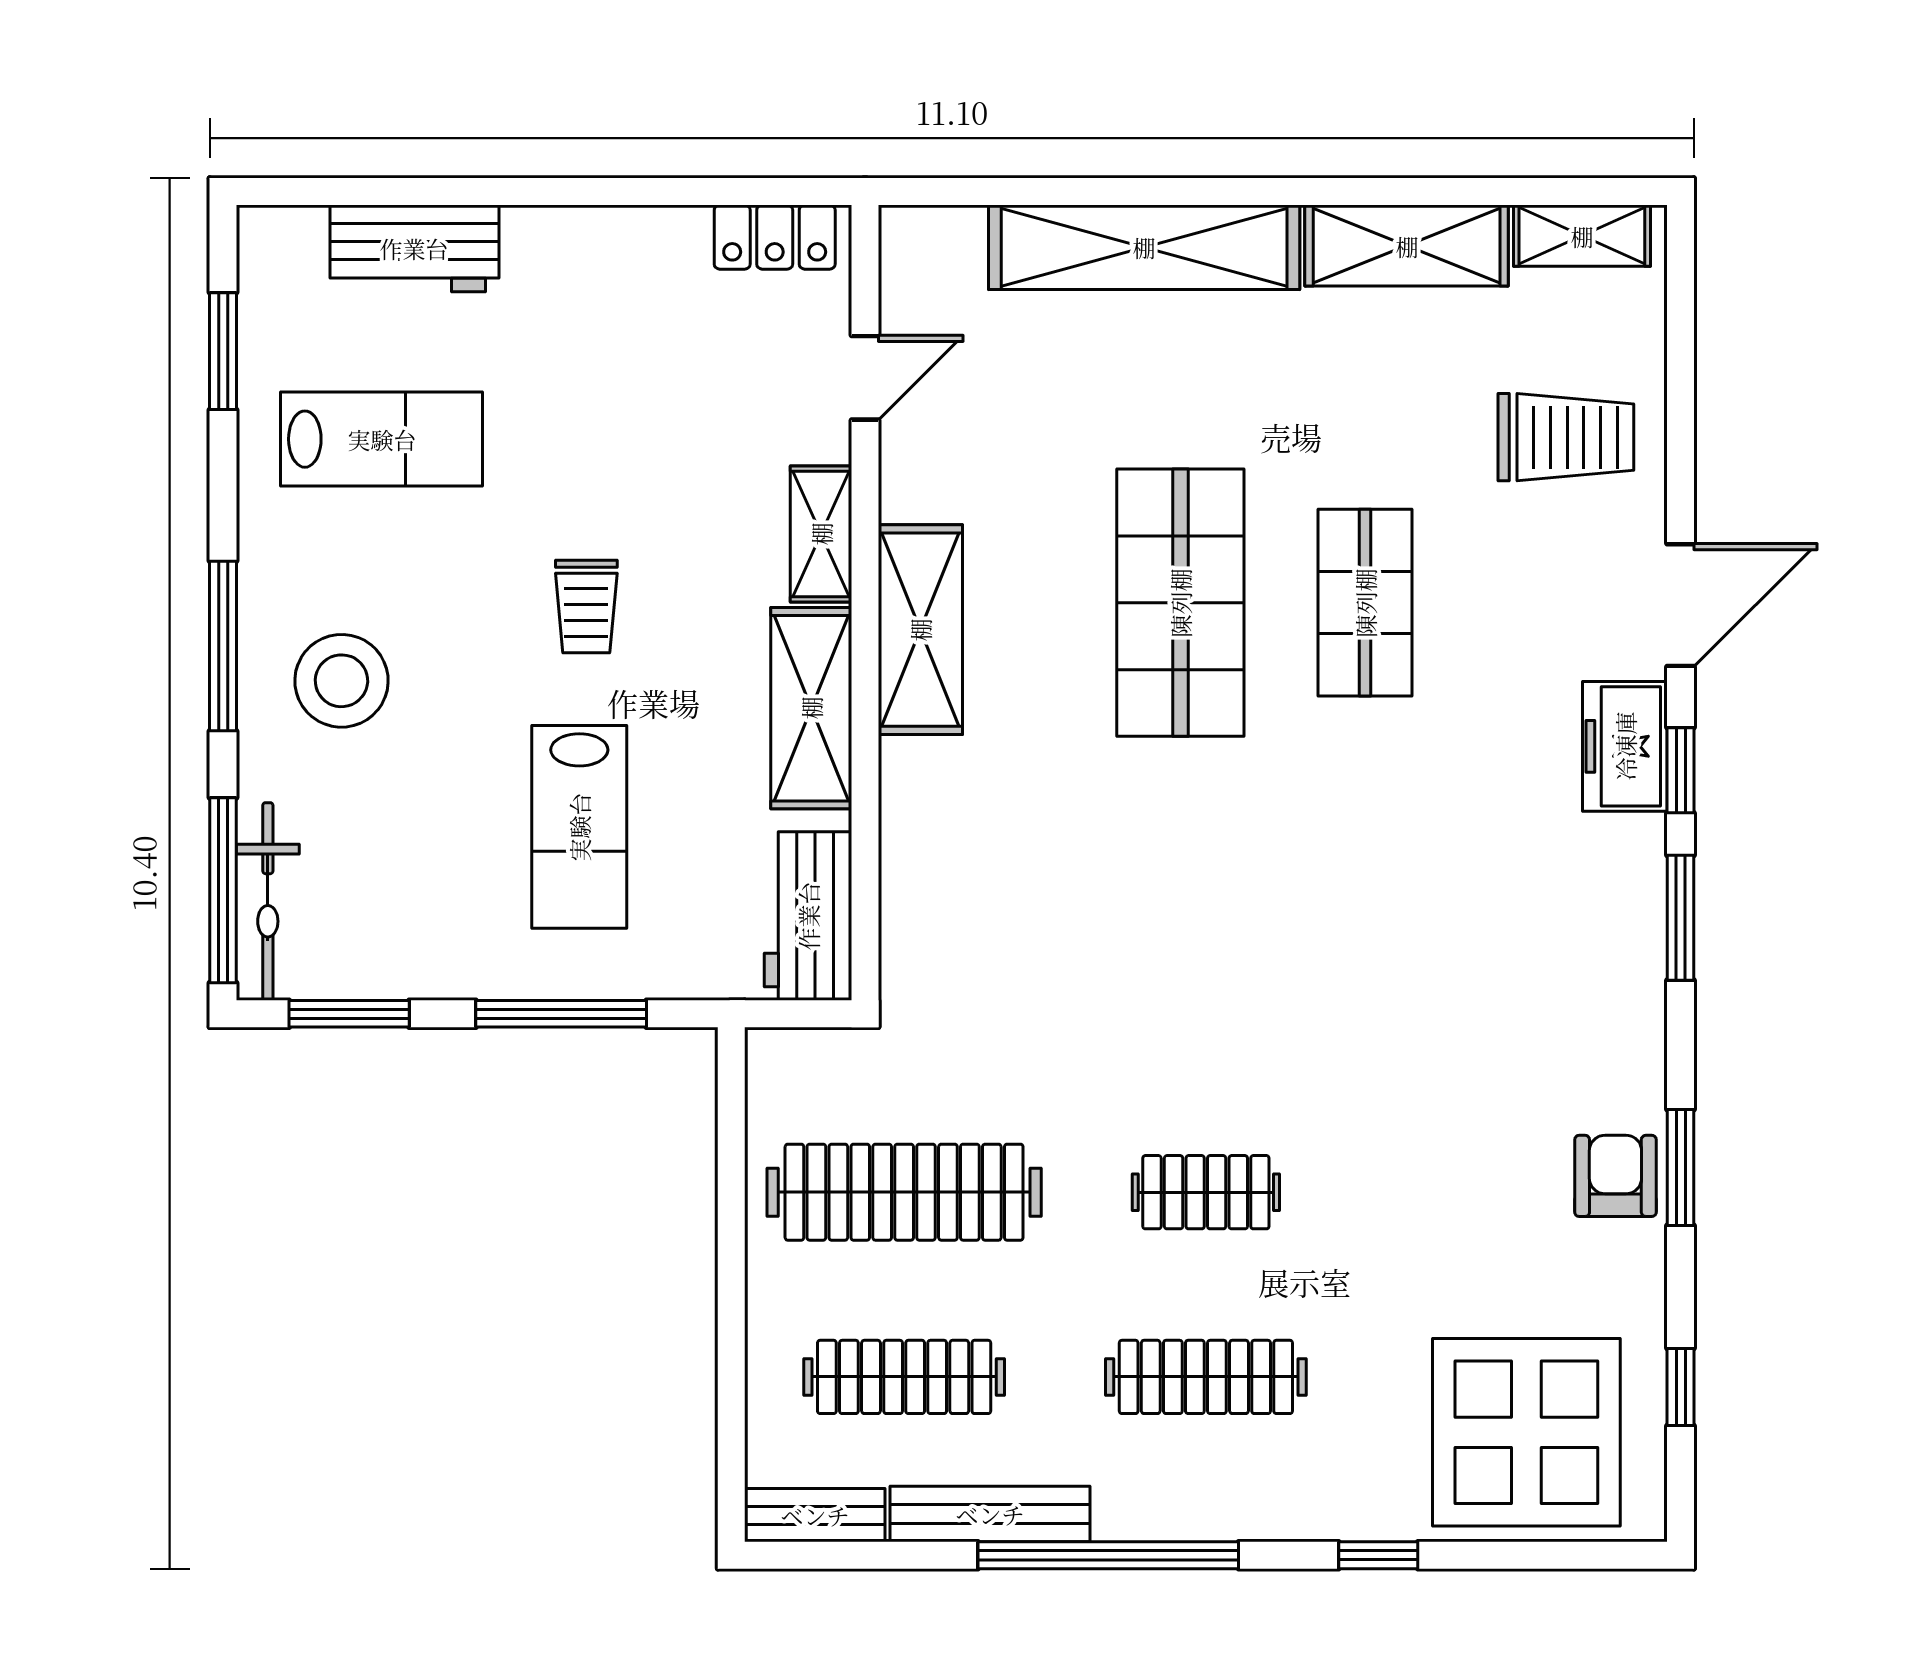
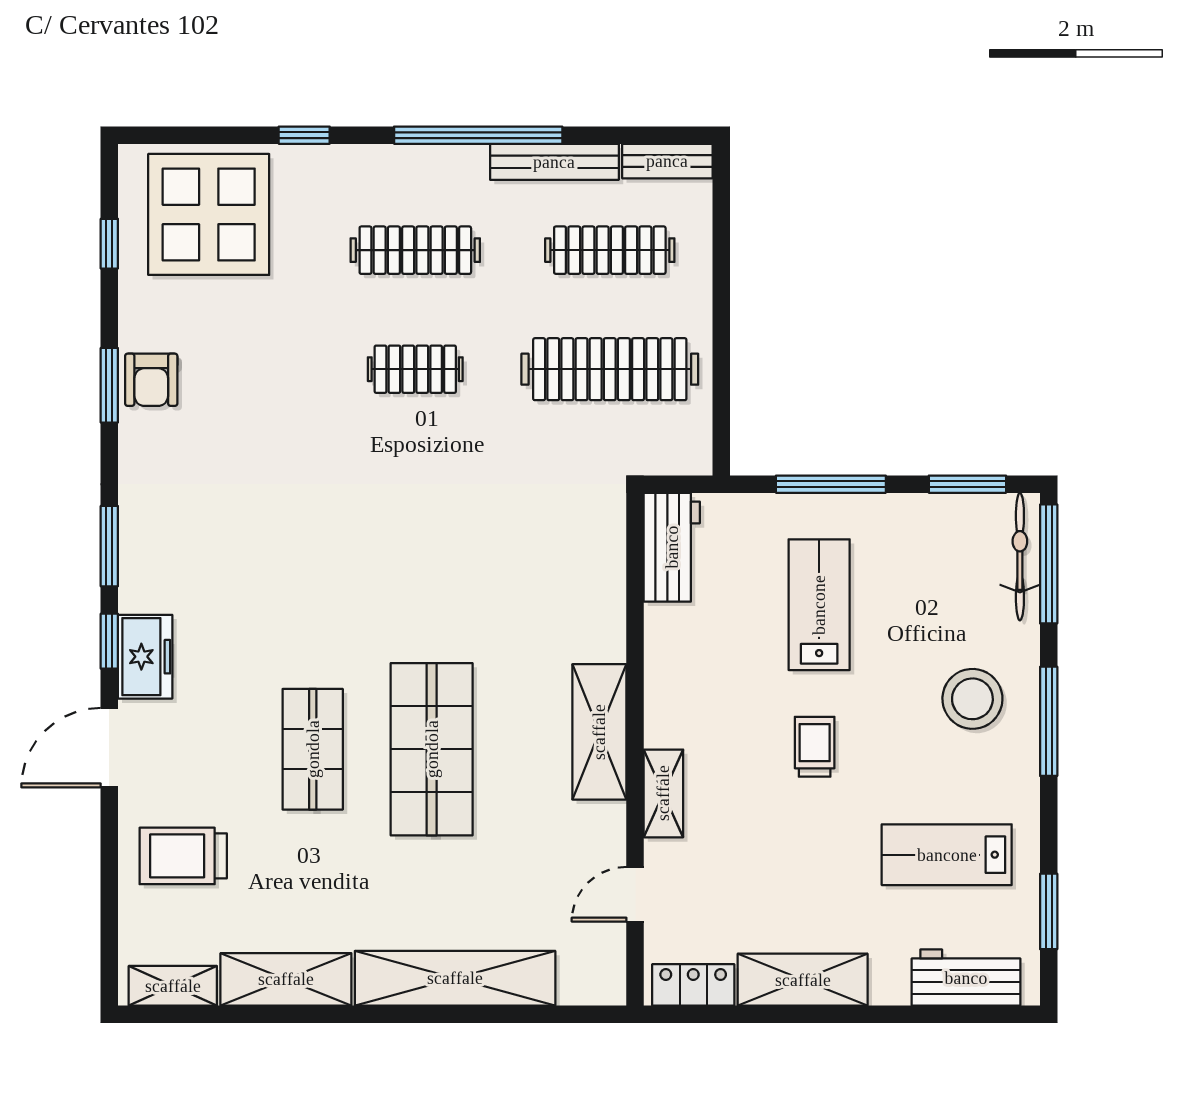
workbench: (414, 248) -> (966, 978), moved
shelving: (811, 708) -> (803, 980), moved, turned 90

